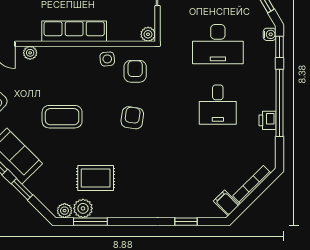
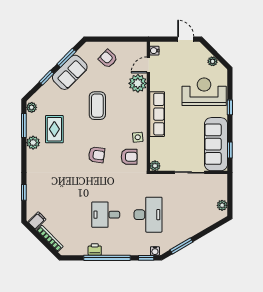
desk: (218, 44) -> (148, 215), turned 180
plant: (30, 53) -> (138, 83), width x1.87, depth x1.87
plant: (83, 208) -> (33, 143), moved

